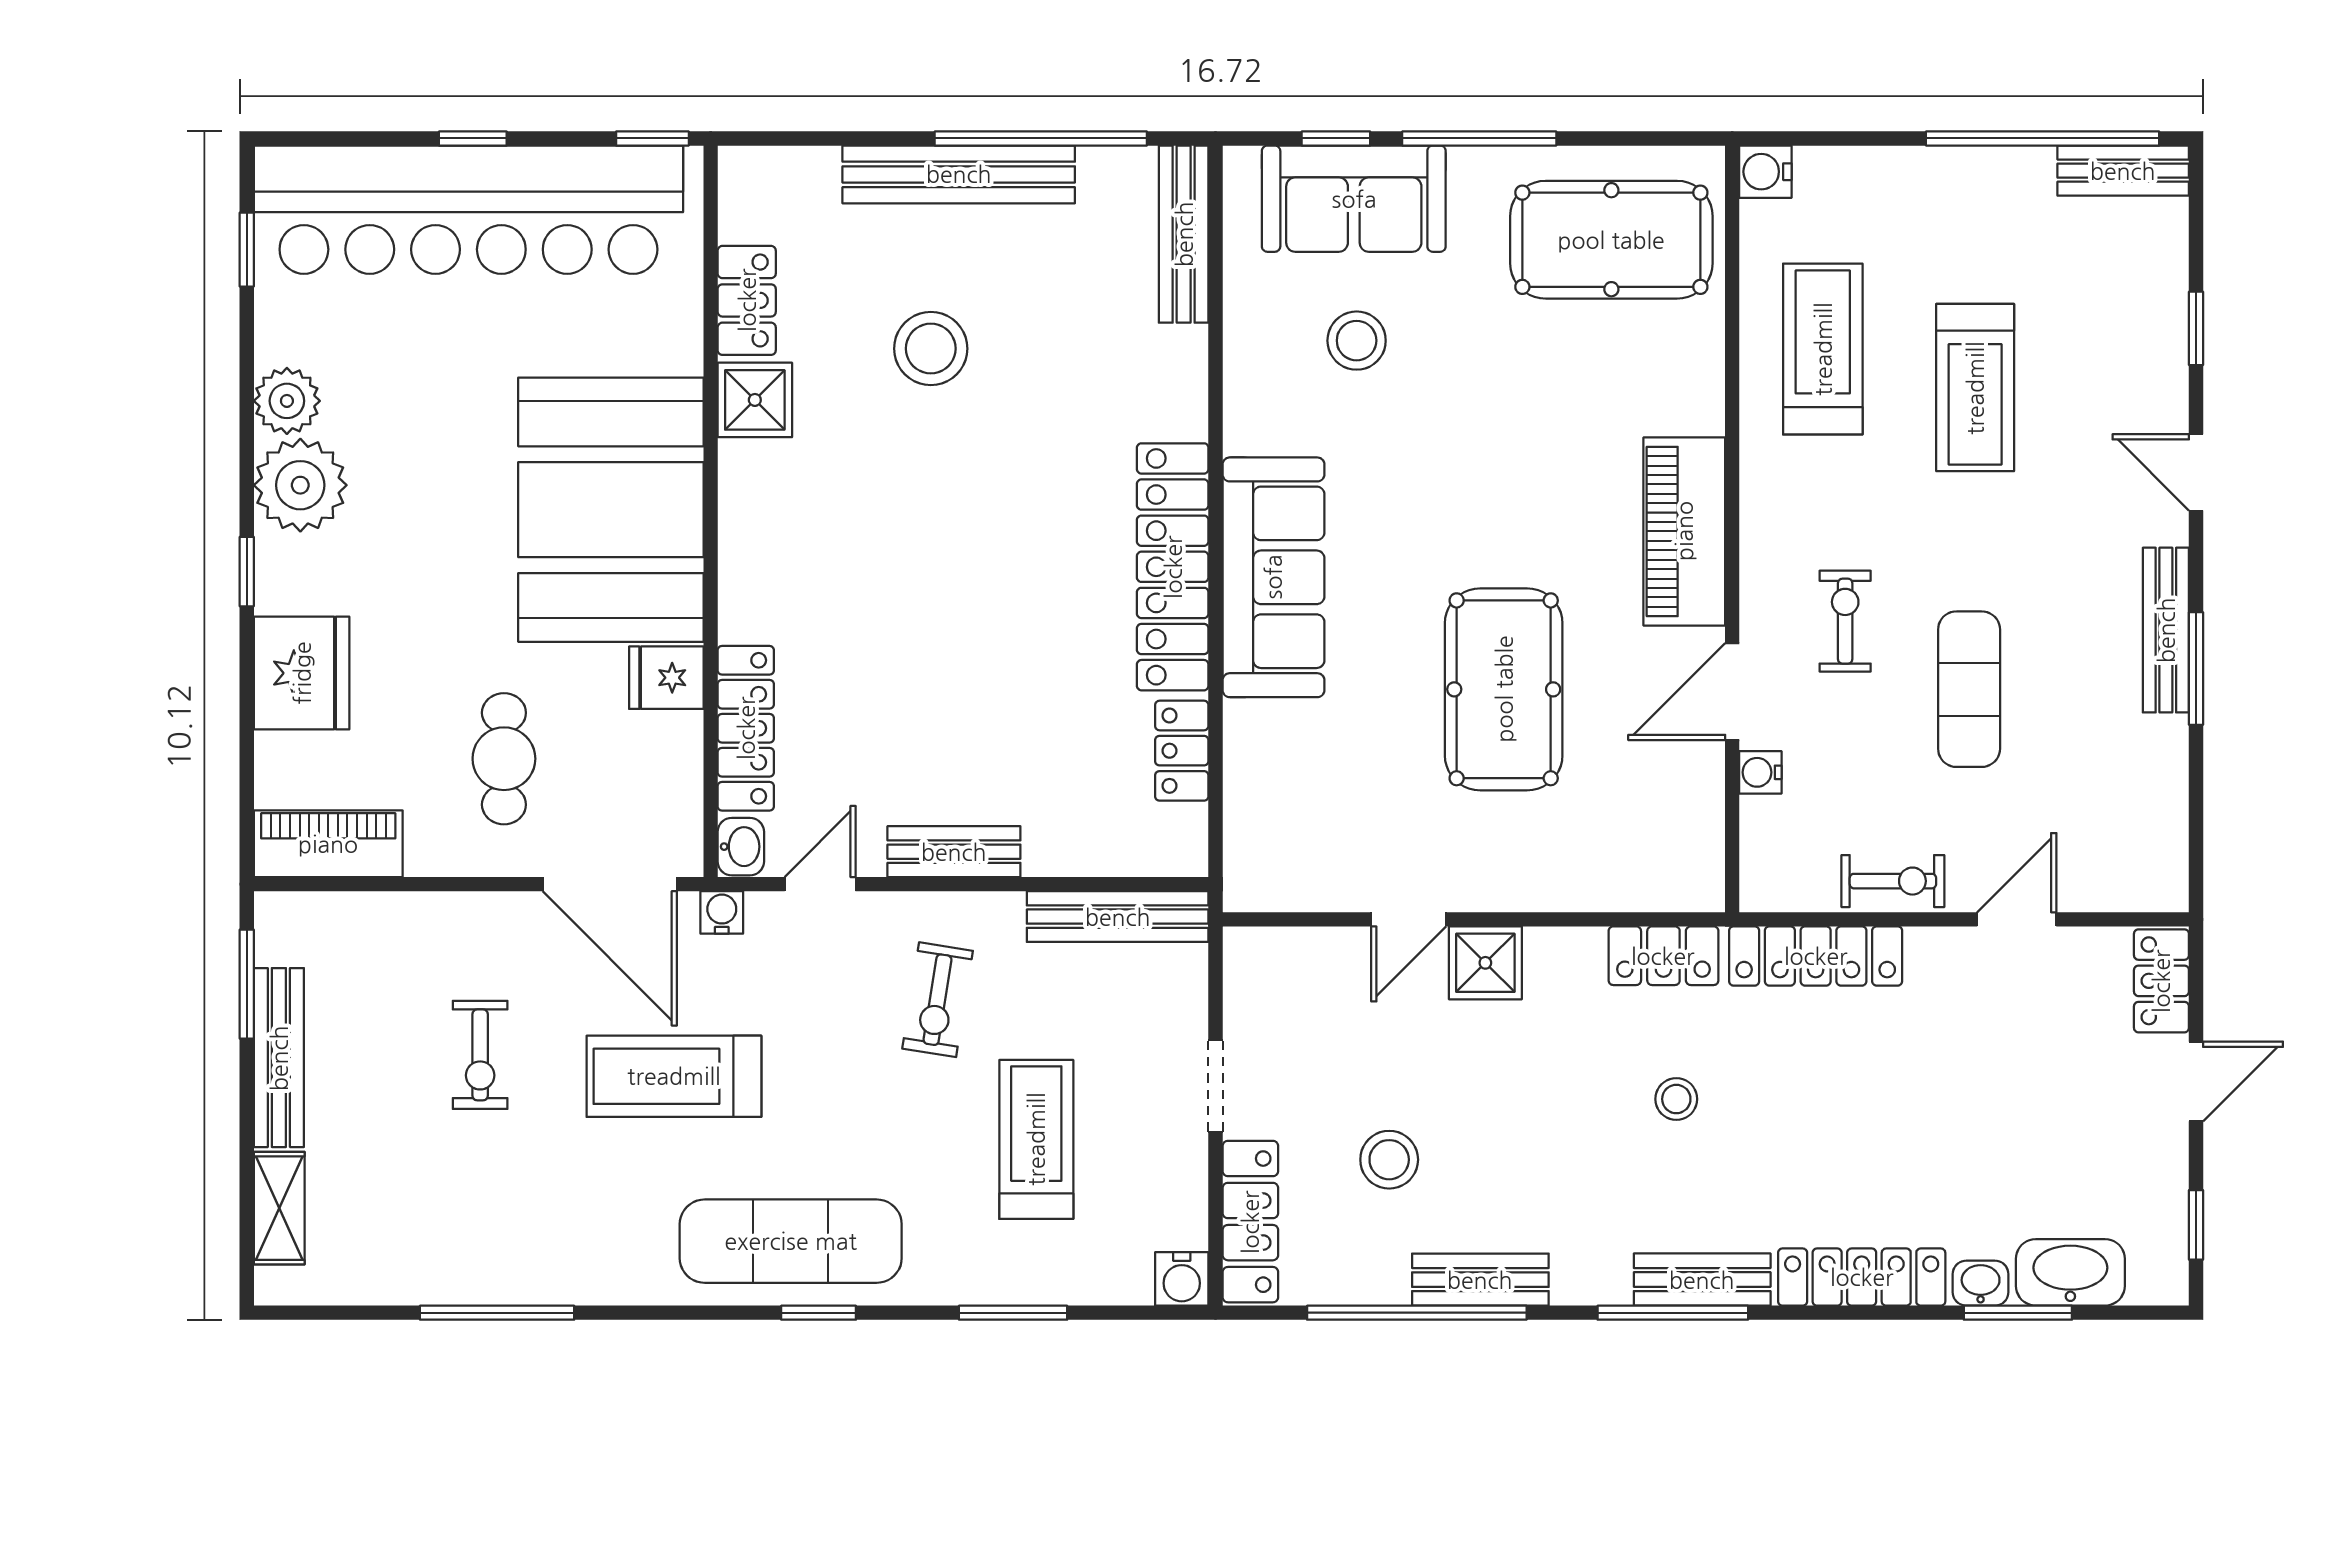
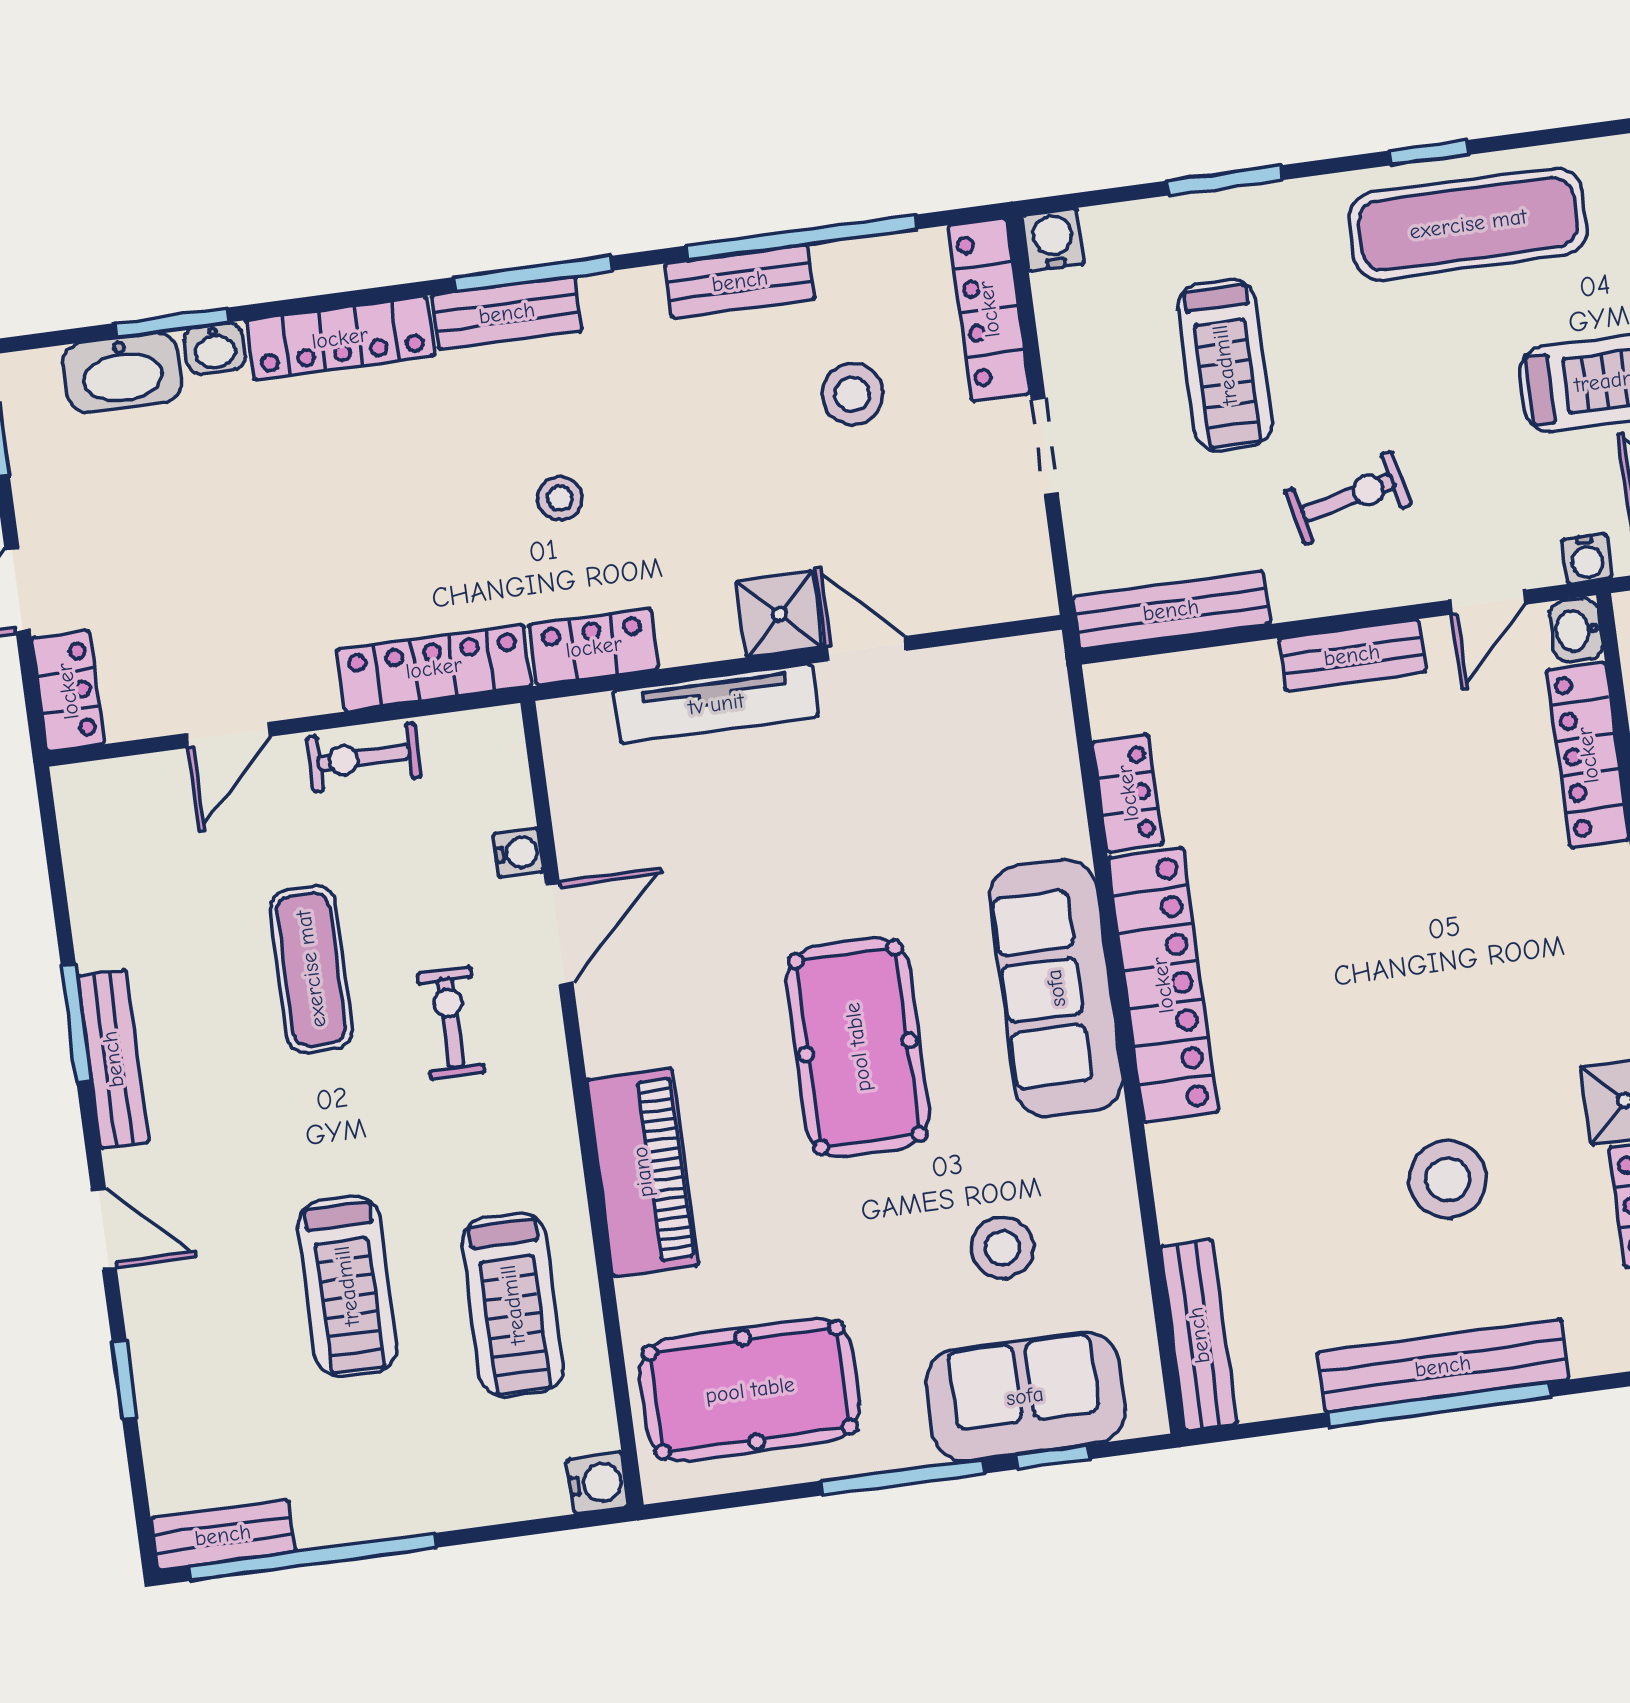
window: (1041, 138) -> (1440, 1405), moved
treadmill: (1975, 388) -> (347, 1286), turned 180
piano: (1684, 531) -> (643, 1172), moved
exercise bike: (1845, 621) -> (451, 1023), turned 180
pool table: (1504, 689) -> (858, 1047), moved
tv unit: (1556, 887) -> (716, 704), added
door: (1409, 919) -> (866, 649), hinge flipped
exercise bike: (938, 1000) -> (1348, 498), turned 68

